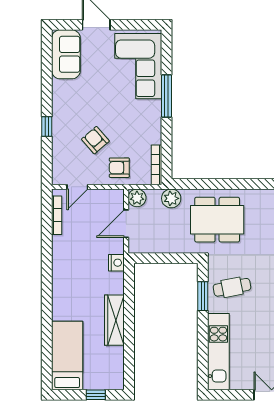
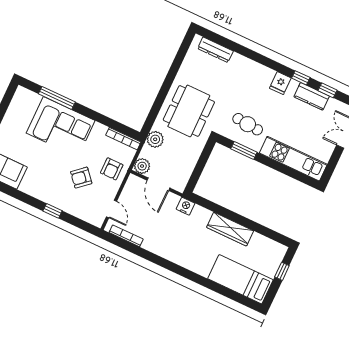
corner sofa: (138, 66) -> (61, 127), moved
window: (166, 96) -> (57, 98), moved
cafe table: (232, 287) -> (248, 124), turned -74

